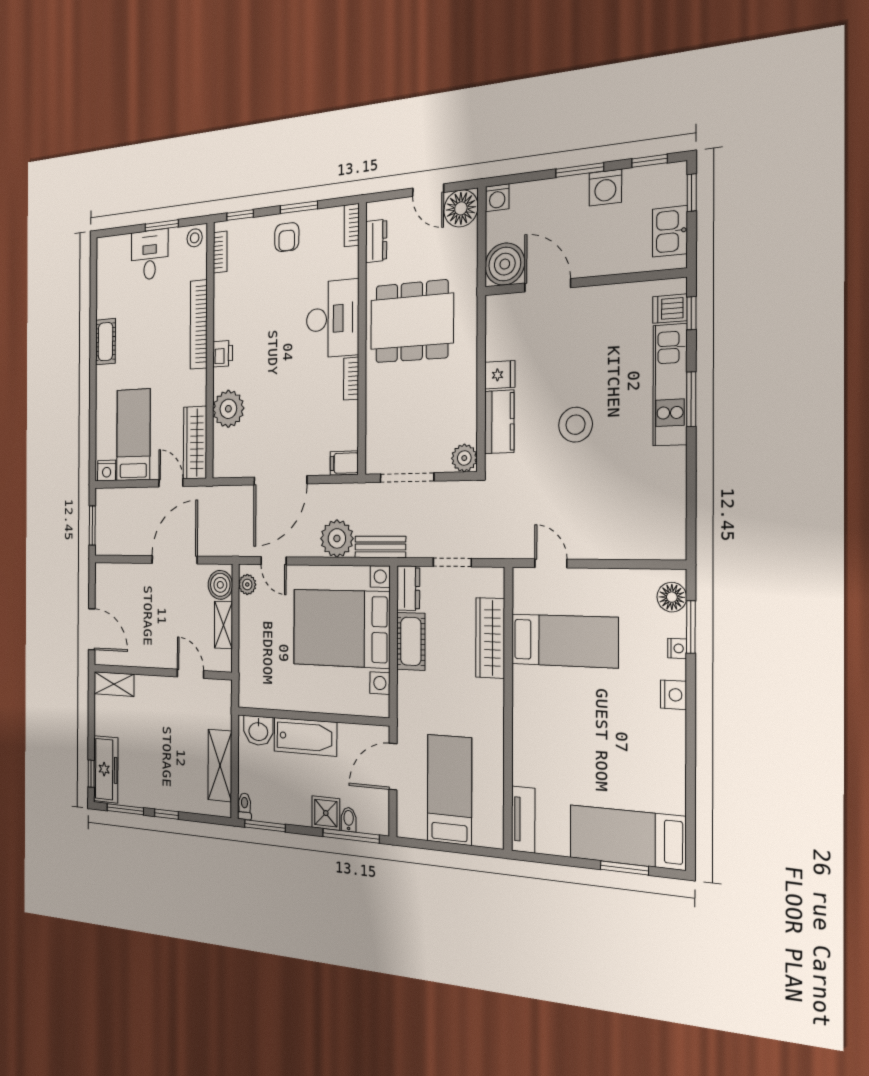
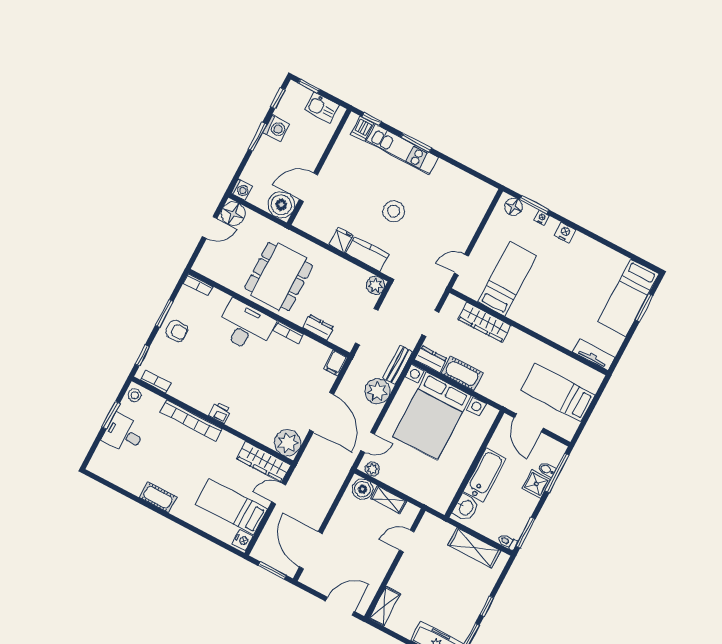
dresser: (376, 241) -> (318, 327), moved
plant: (228, 409) -> (288, 443), moved
door: (175, 560) -> (311, 550), moved

